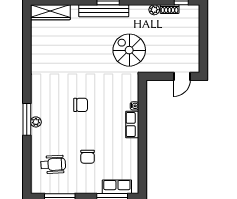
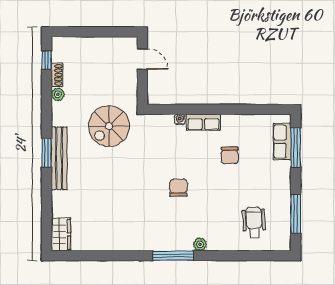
wardrobe: (50, 12) -> (61, 234), width x0.67
window: (27, 119) -> (173, 256), moved
chair: (88, 157) -> (230, 155), moved, turned 90

